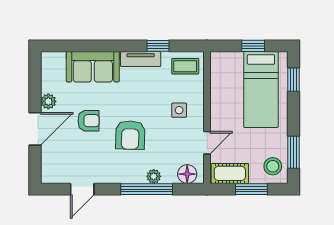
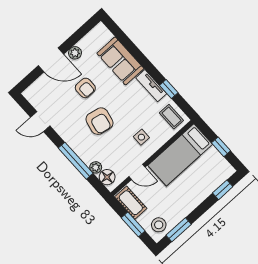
bed: (261, 90) -> (180, 155), moved
armchair: (130, 135) -> (99, 121), turned -80
plant: (154, 176) -> (96, 167), moved

